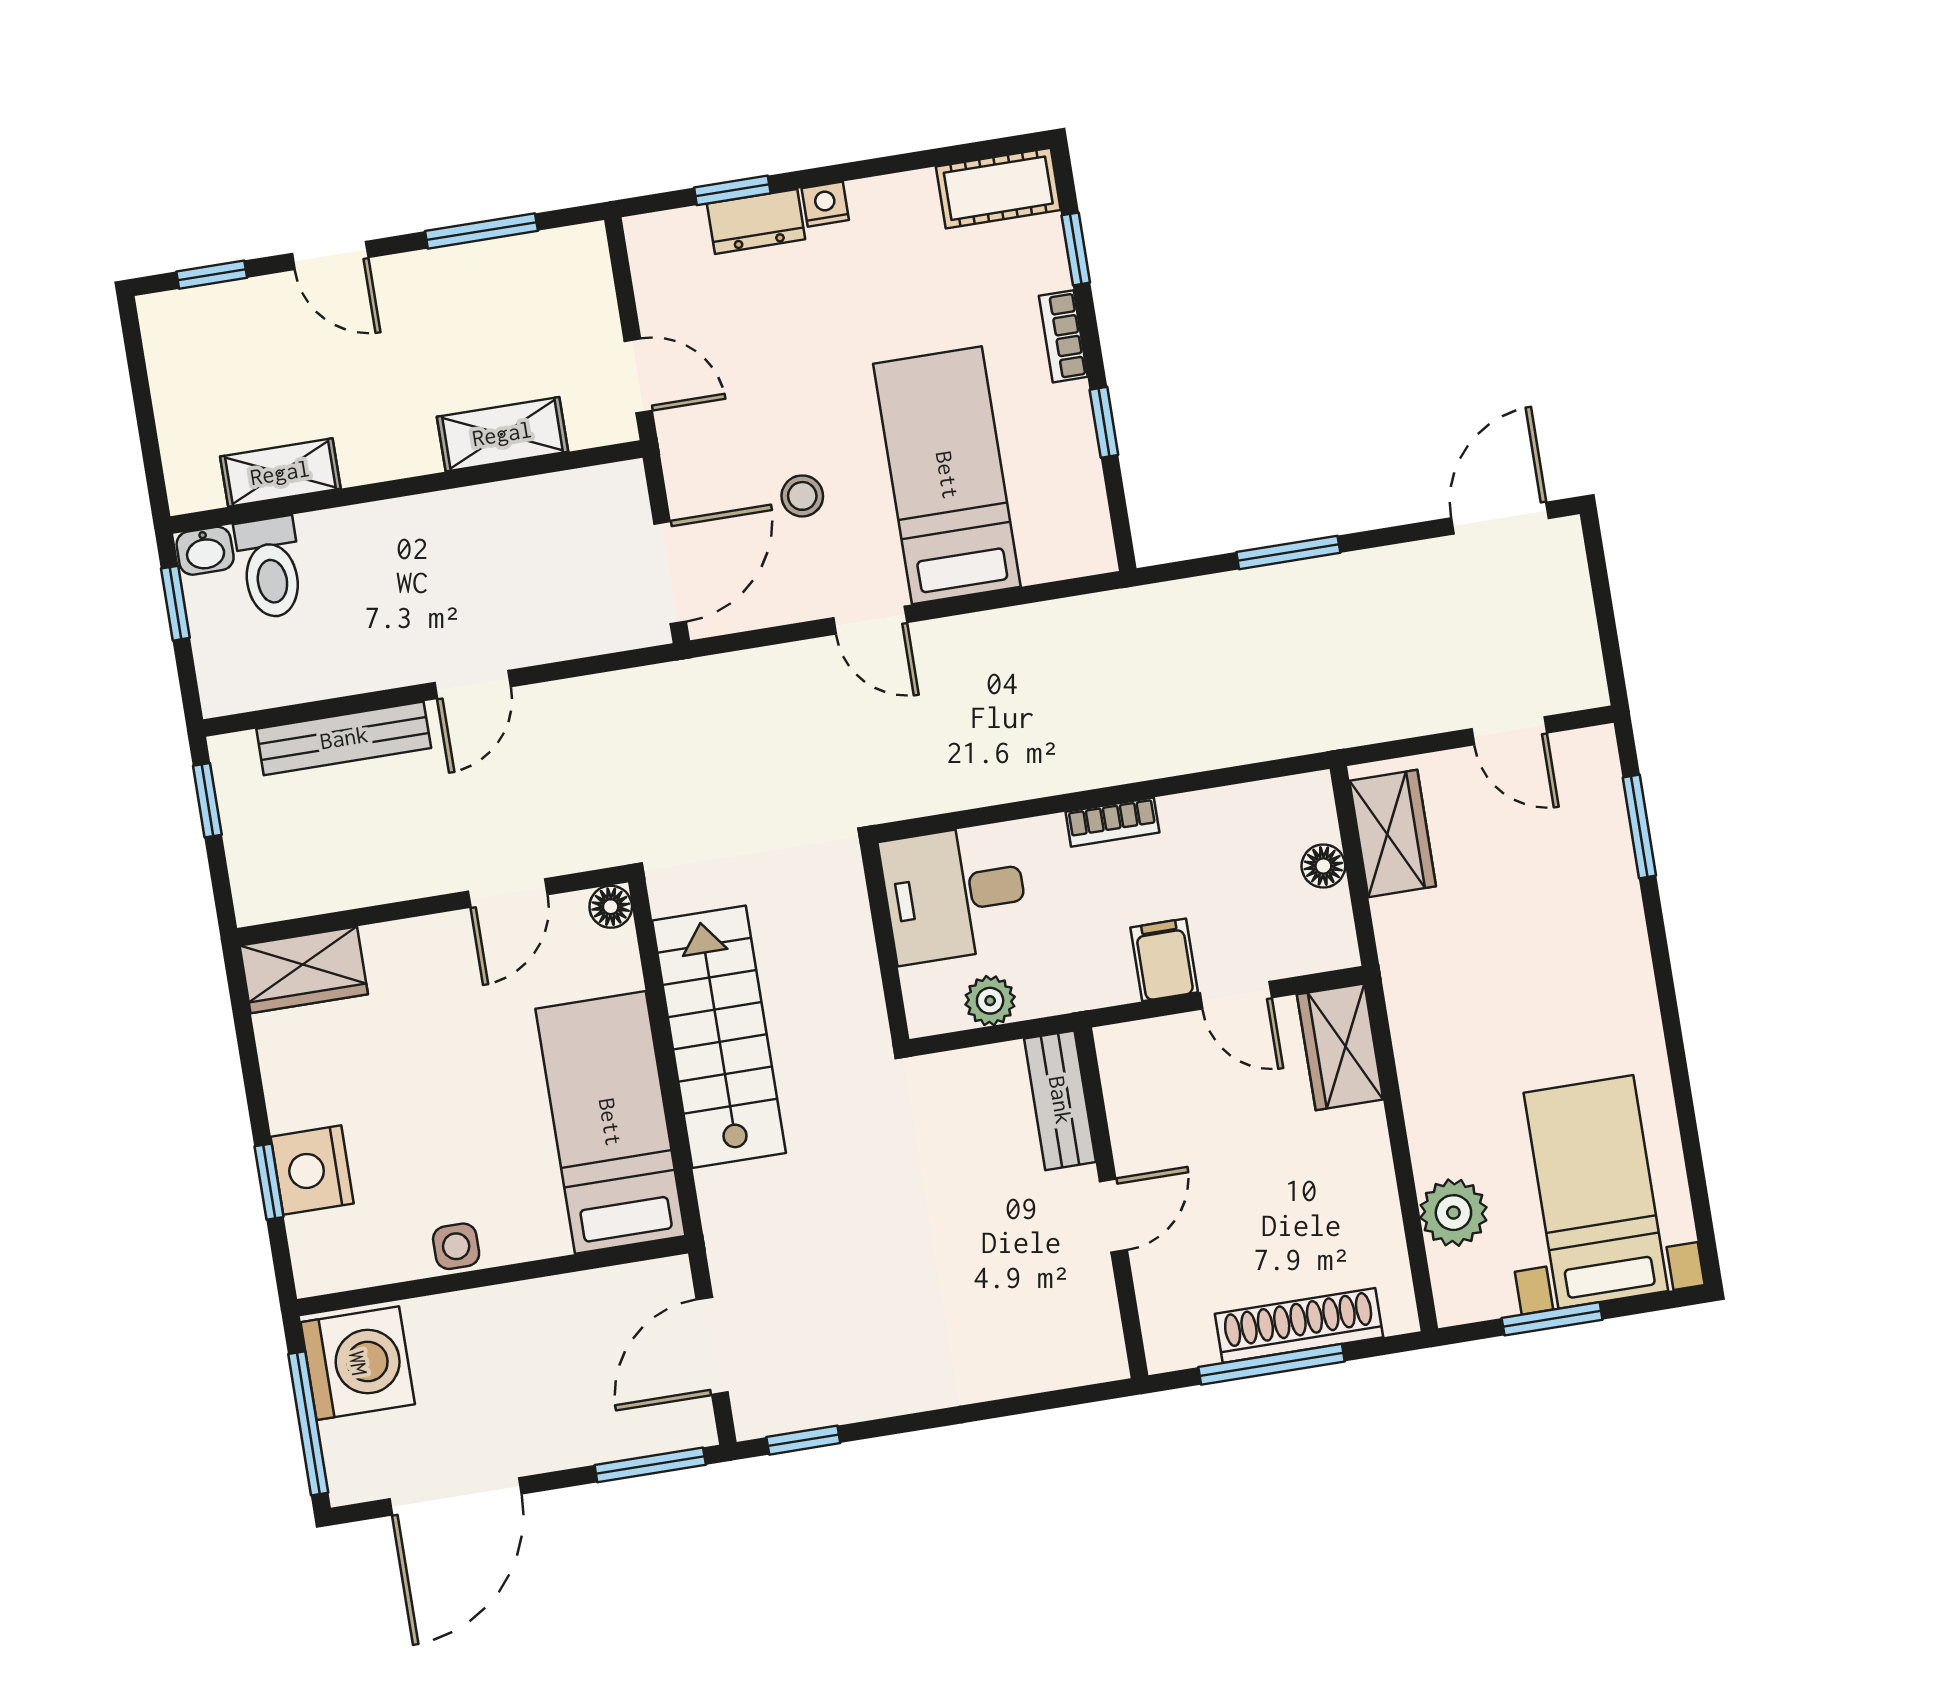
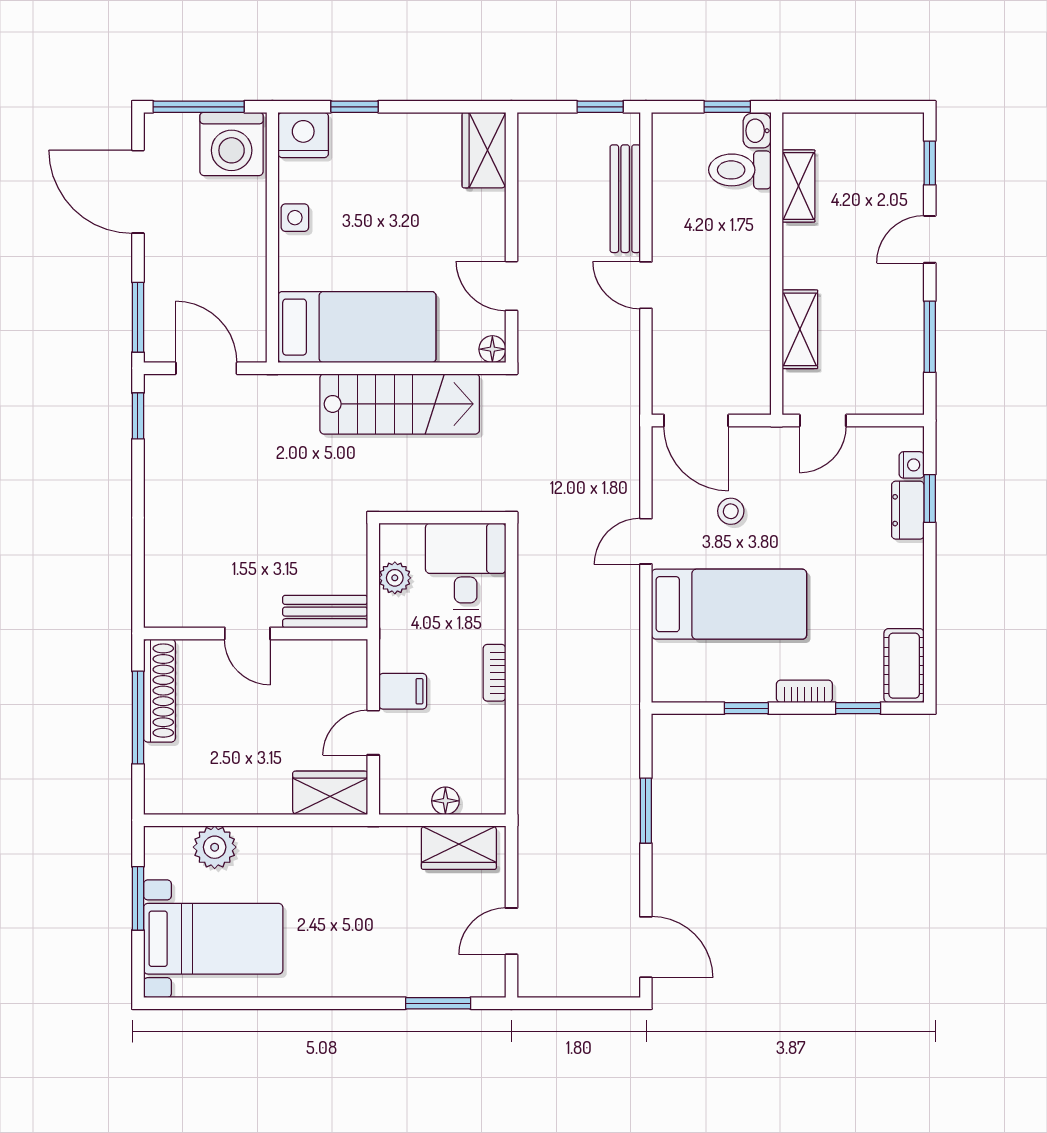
nightstand: (825, 204) -> (912, 465), moved
nightstand: (312, 1170) -> (303, 135), moved
shoe rack: (1299, 1326) -> (159, 691), moved

